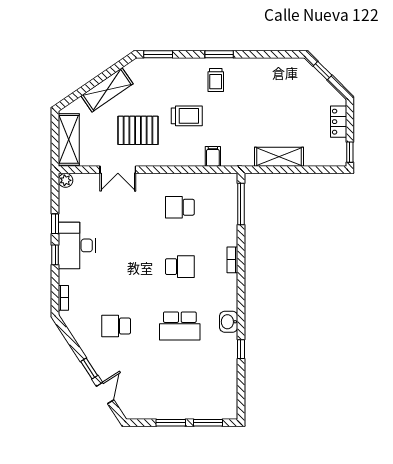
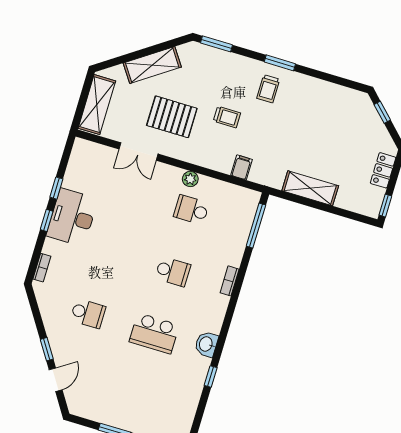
trolley: (187, 116) -> (227, 117), width x0.73, depth x0.72
plant: (66, 180) -> (190, 179), moved
school desk: (116, 326) -> (88, 313), turned 180

